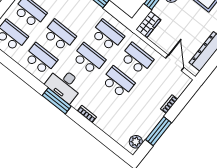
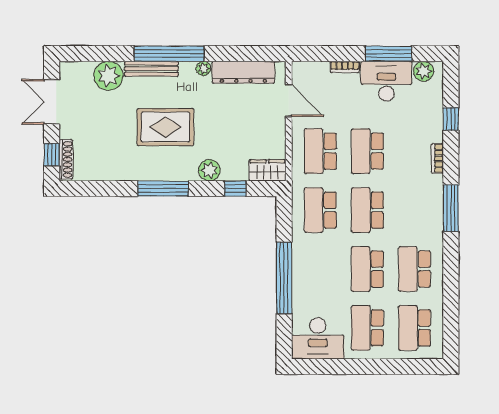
door: (175, 63) -> (289, 100), swing flipped
desk: (64, 85) -> (386, 81), moved, turned -90
window: (101, 136) -> (451, 119), added

